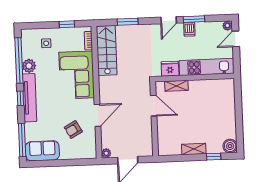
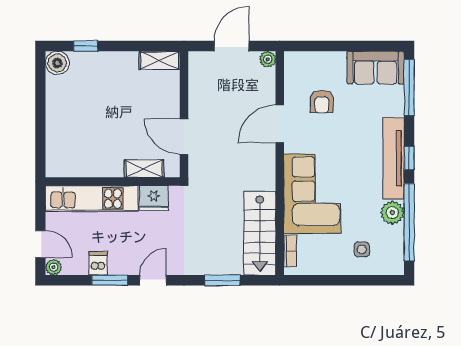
window: (67, 24) -> (325, 280), removed
dishwasher: (189, 29) -> (98, 263), moved
door: (236, 39) -> (40, 244), hinge flipped
armchair: (73, 130) -> (322, 102), turned 119
shelving: (194, 149) -> (160, 60), moved

